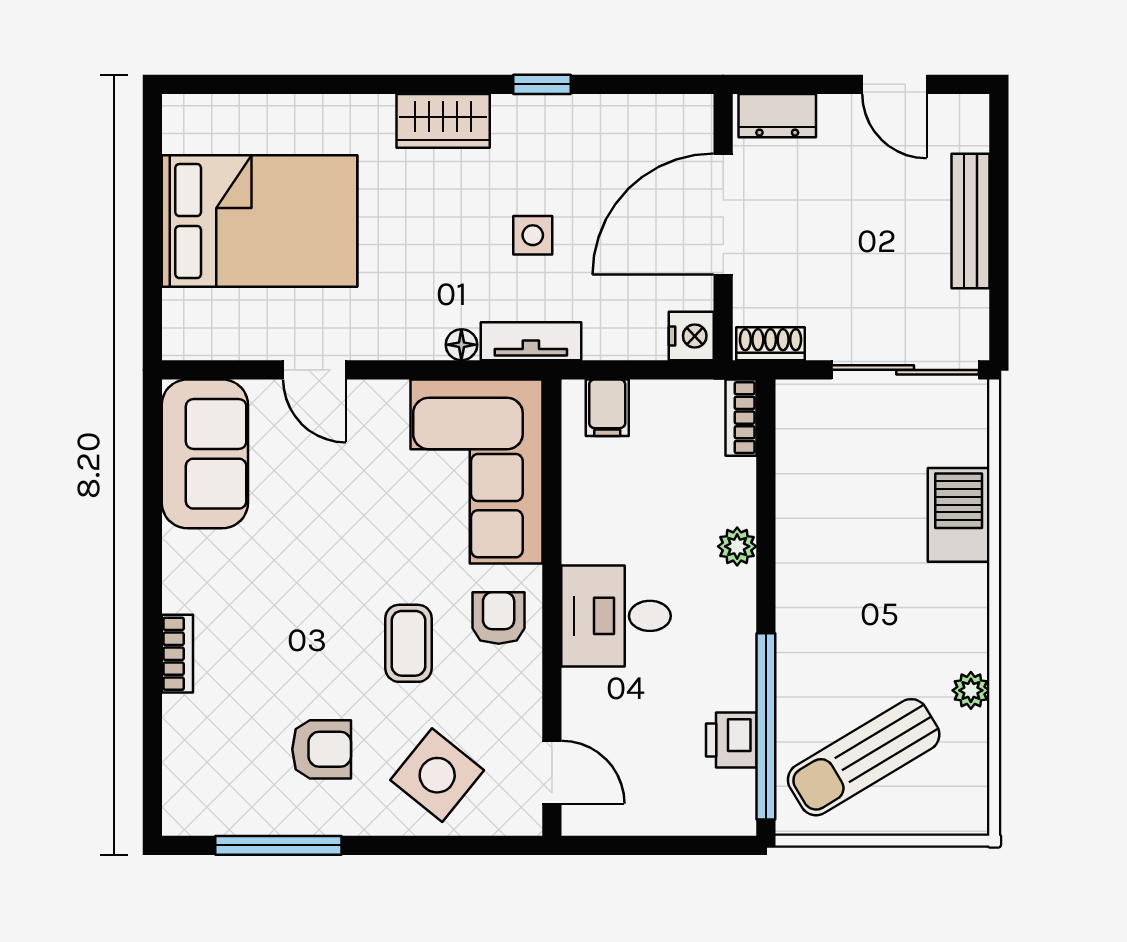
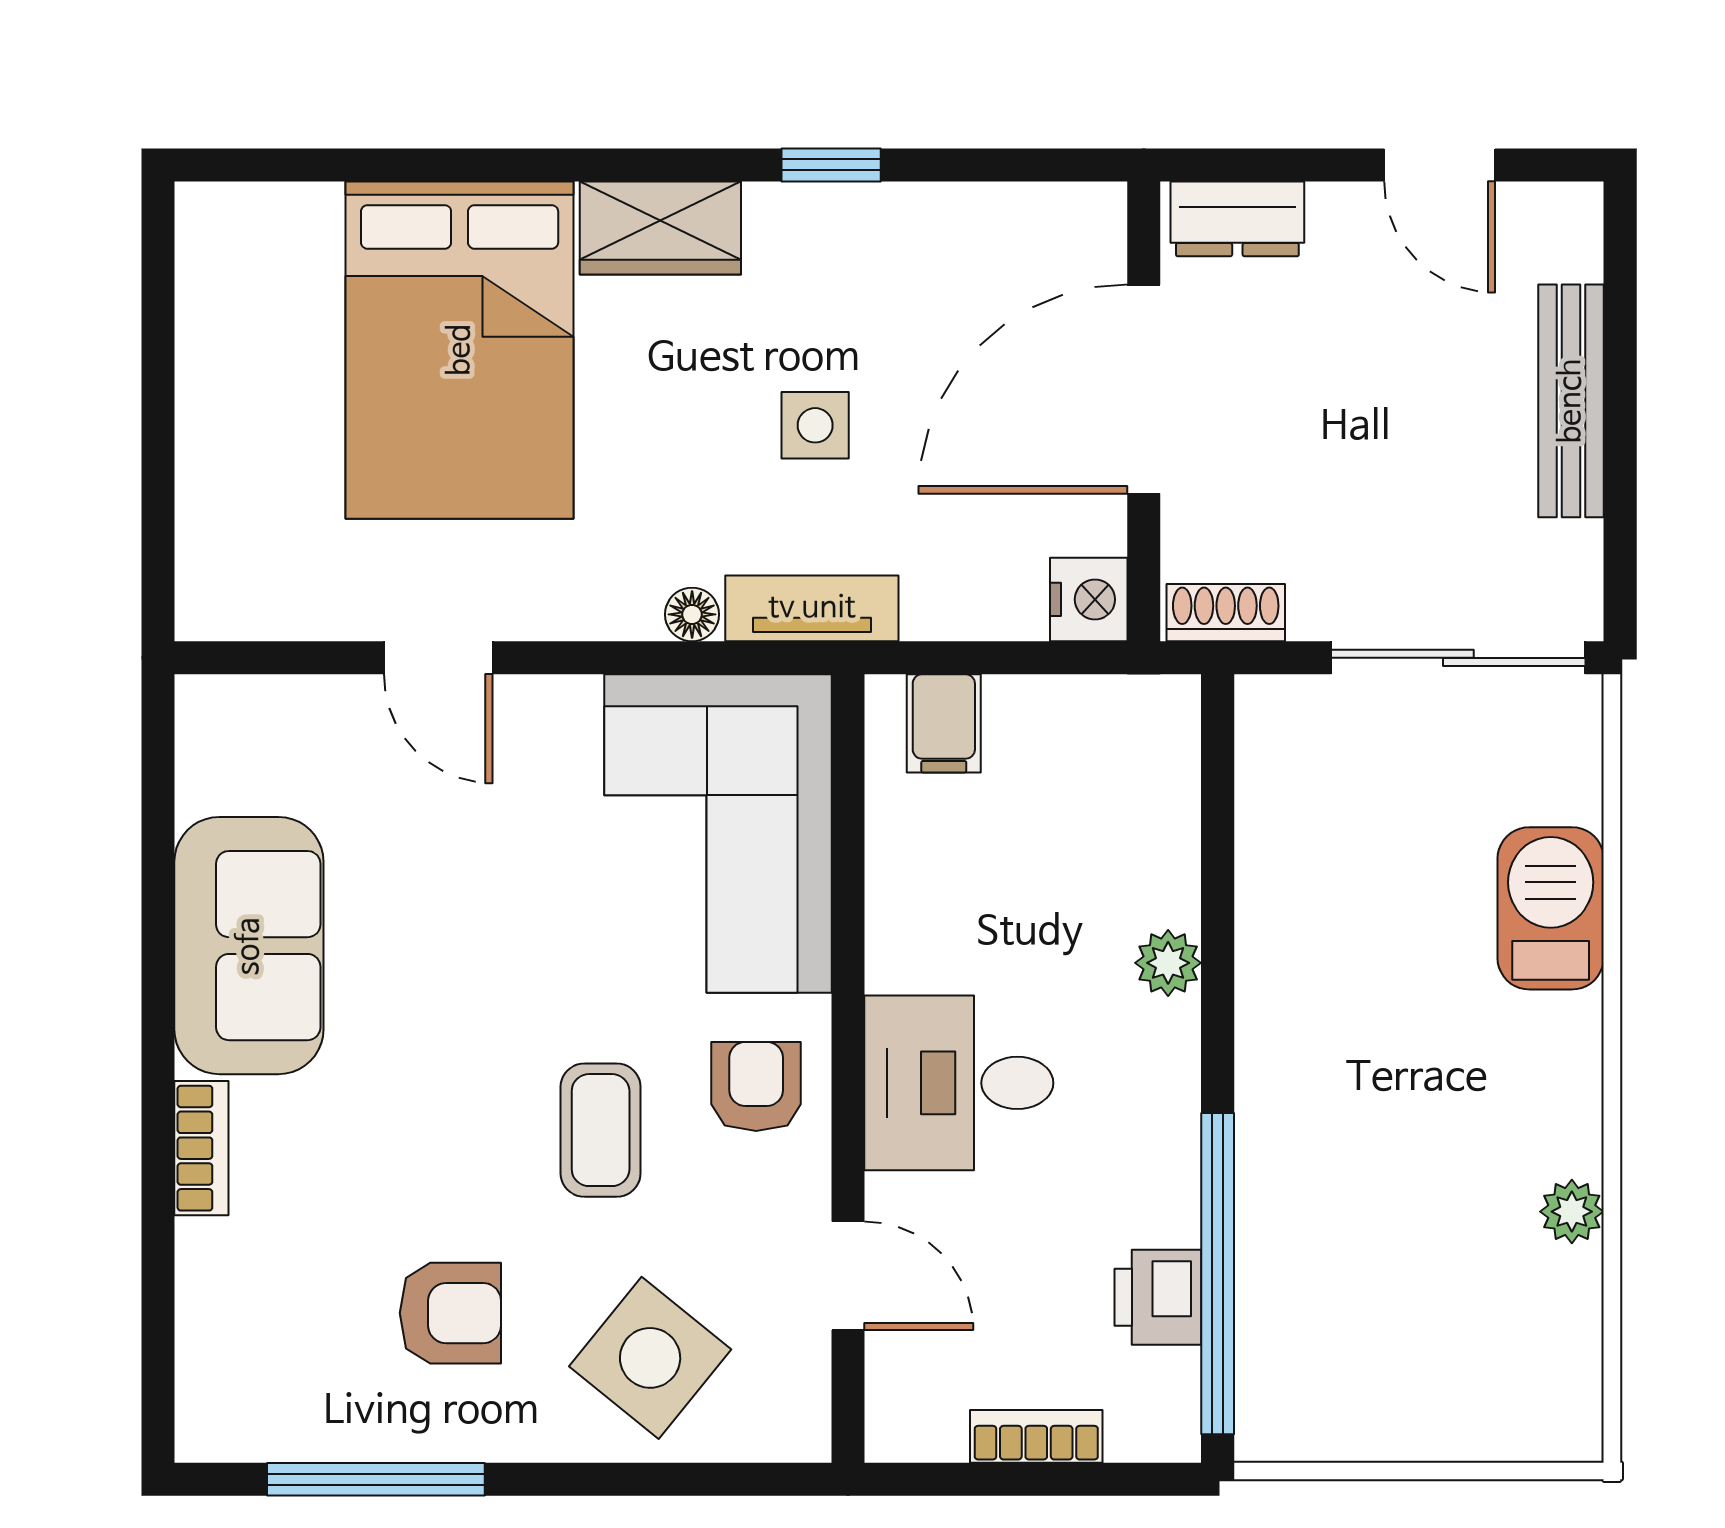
bed: (259, 221) -> (460, 350), moved, turned 90
bookcase: (741, 418) -> (1036, 1436), moved, turned 90
sofa: (205, 454) -> (249, 946), moved
sun lounger: (864, 757) -> (1387, 1327), removed
door: (552, 772) -> (848, 1276), moved

